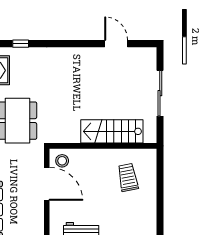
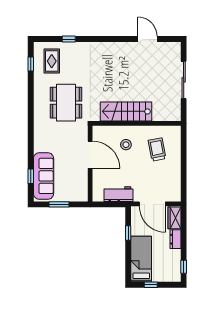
stairs: (112, 131) -> (126, 111), moved
stool: (62, 161) -> (126, 145), moved

